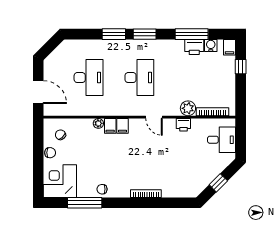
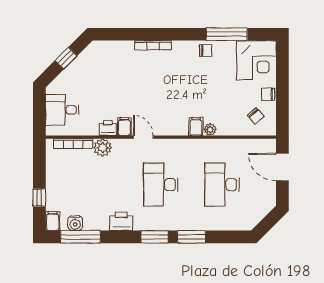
window: (192, 34) -> (80, 237), moved
printer: (194, 47) -> (121, 221), moved
filing cabinet: (122, 126) -> (124, 126), moved

